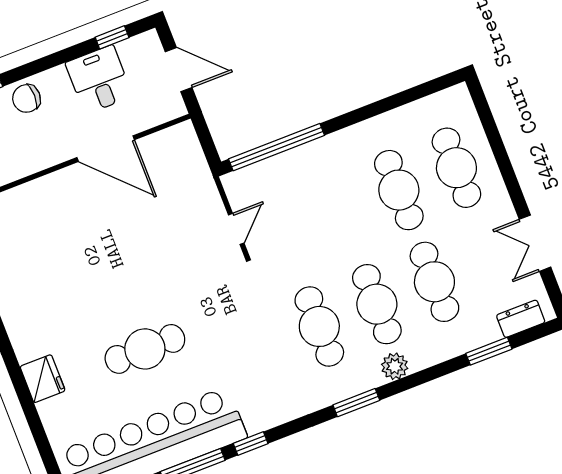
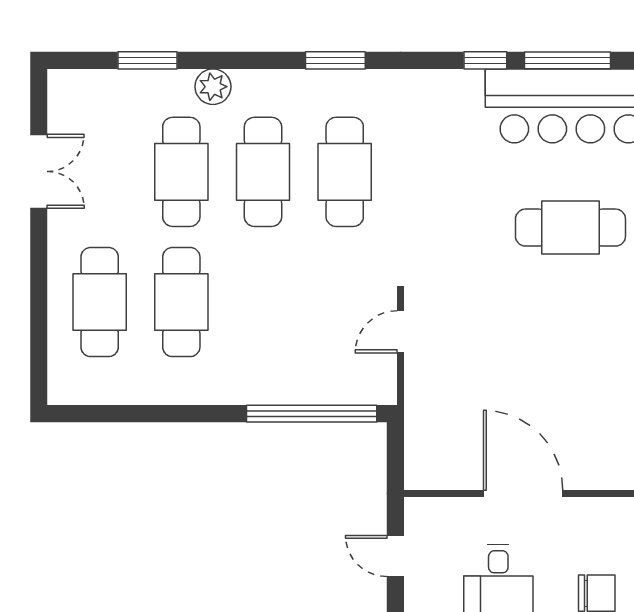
door: (179, 70) -> (395, 556), width x0.73
dresser: (521, 319) -> (93, 85), removed
plant: (395, 366) -> (213, 87), moved

